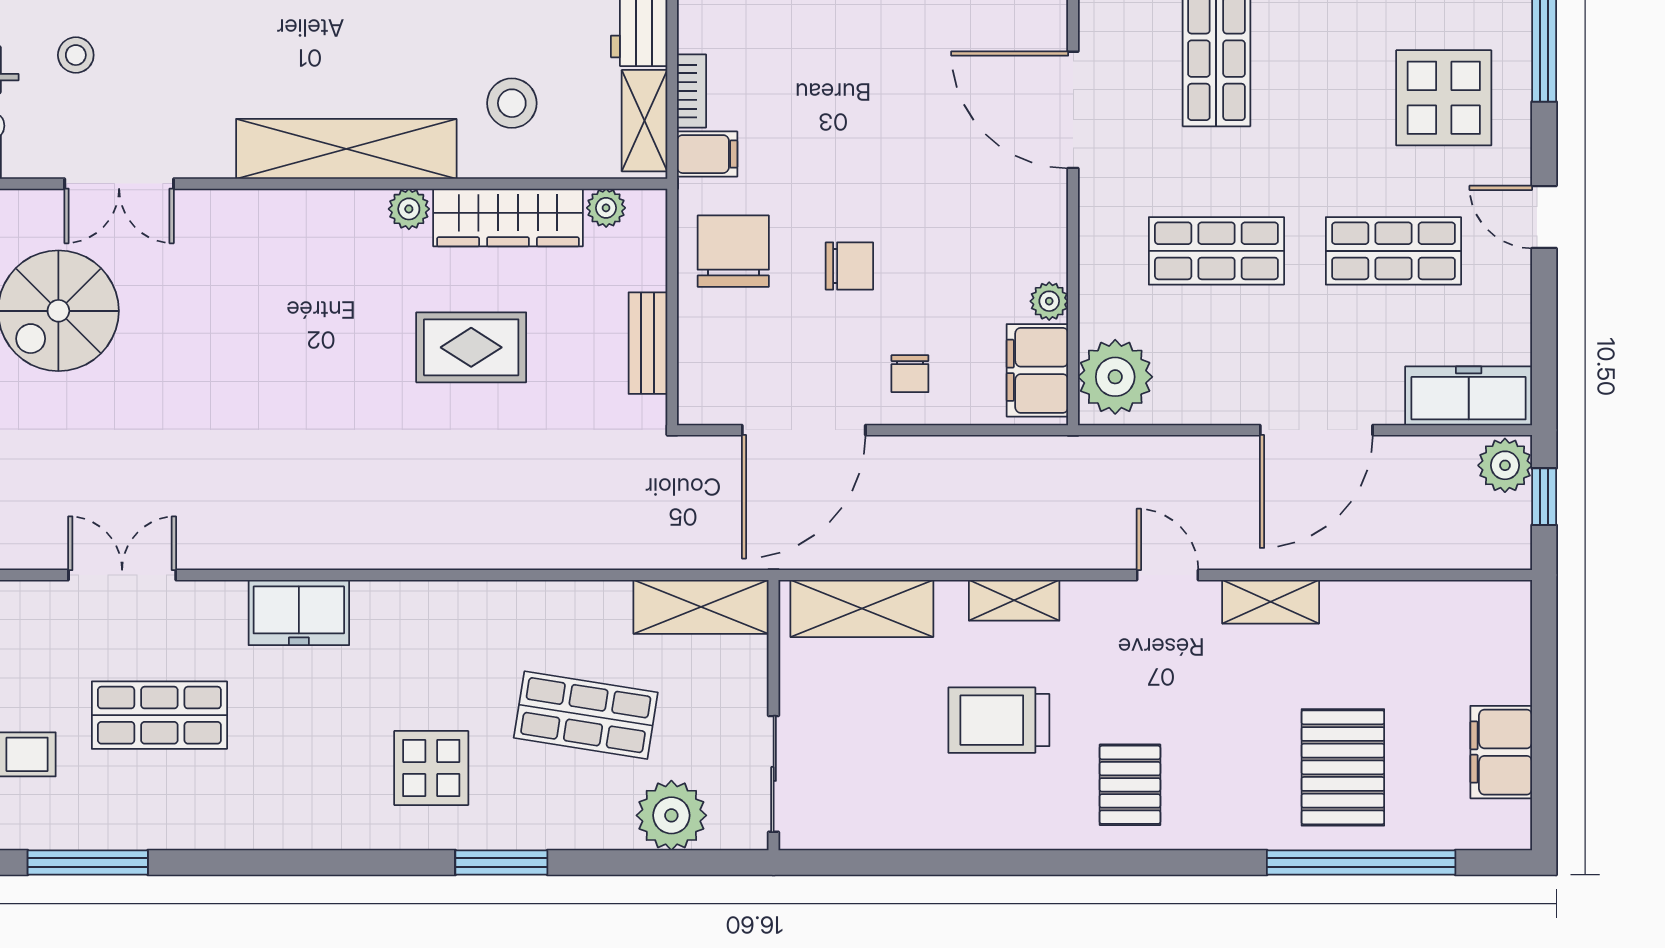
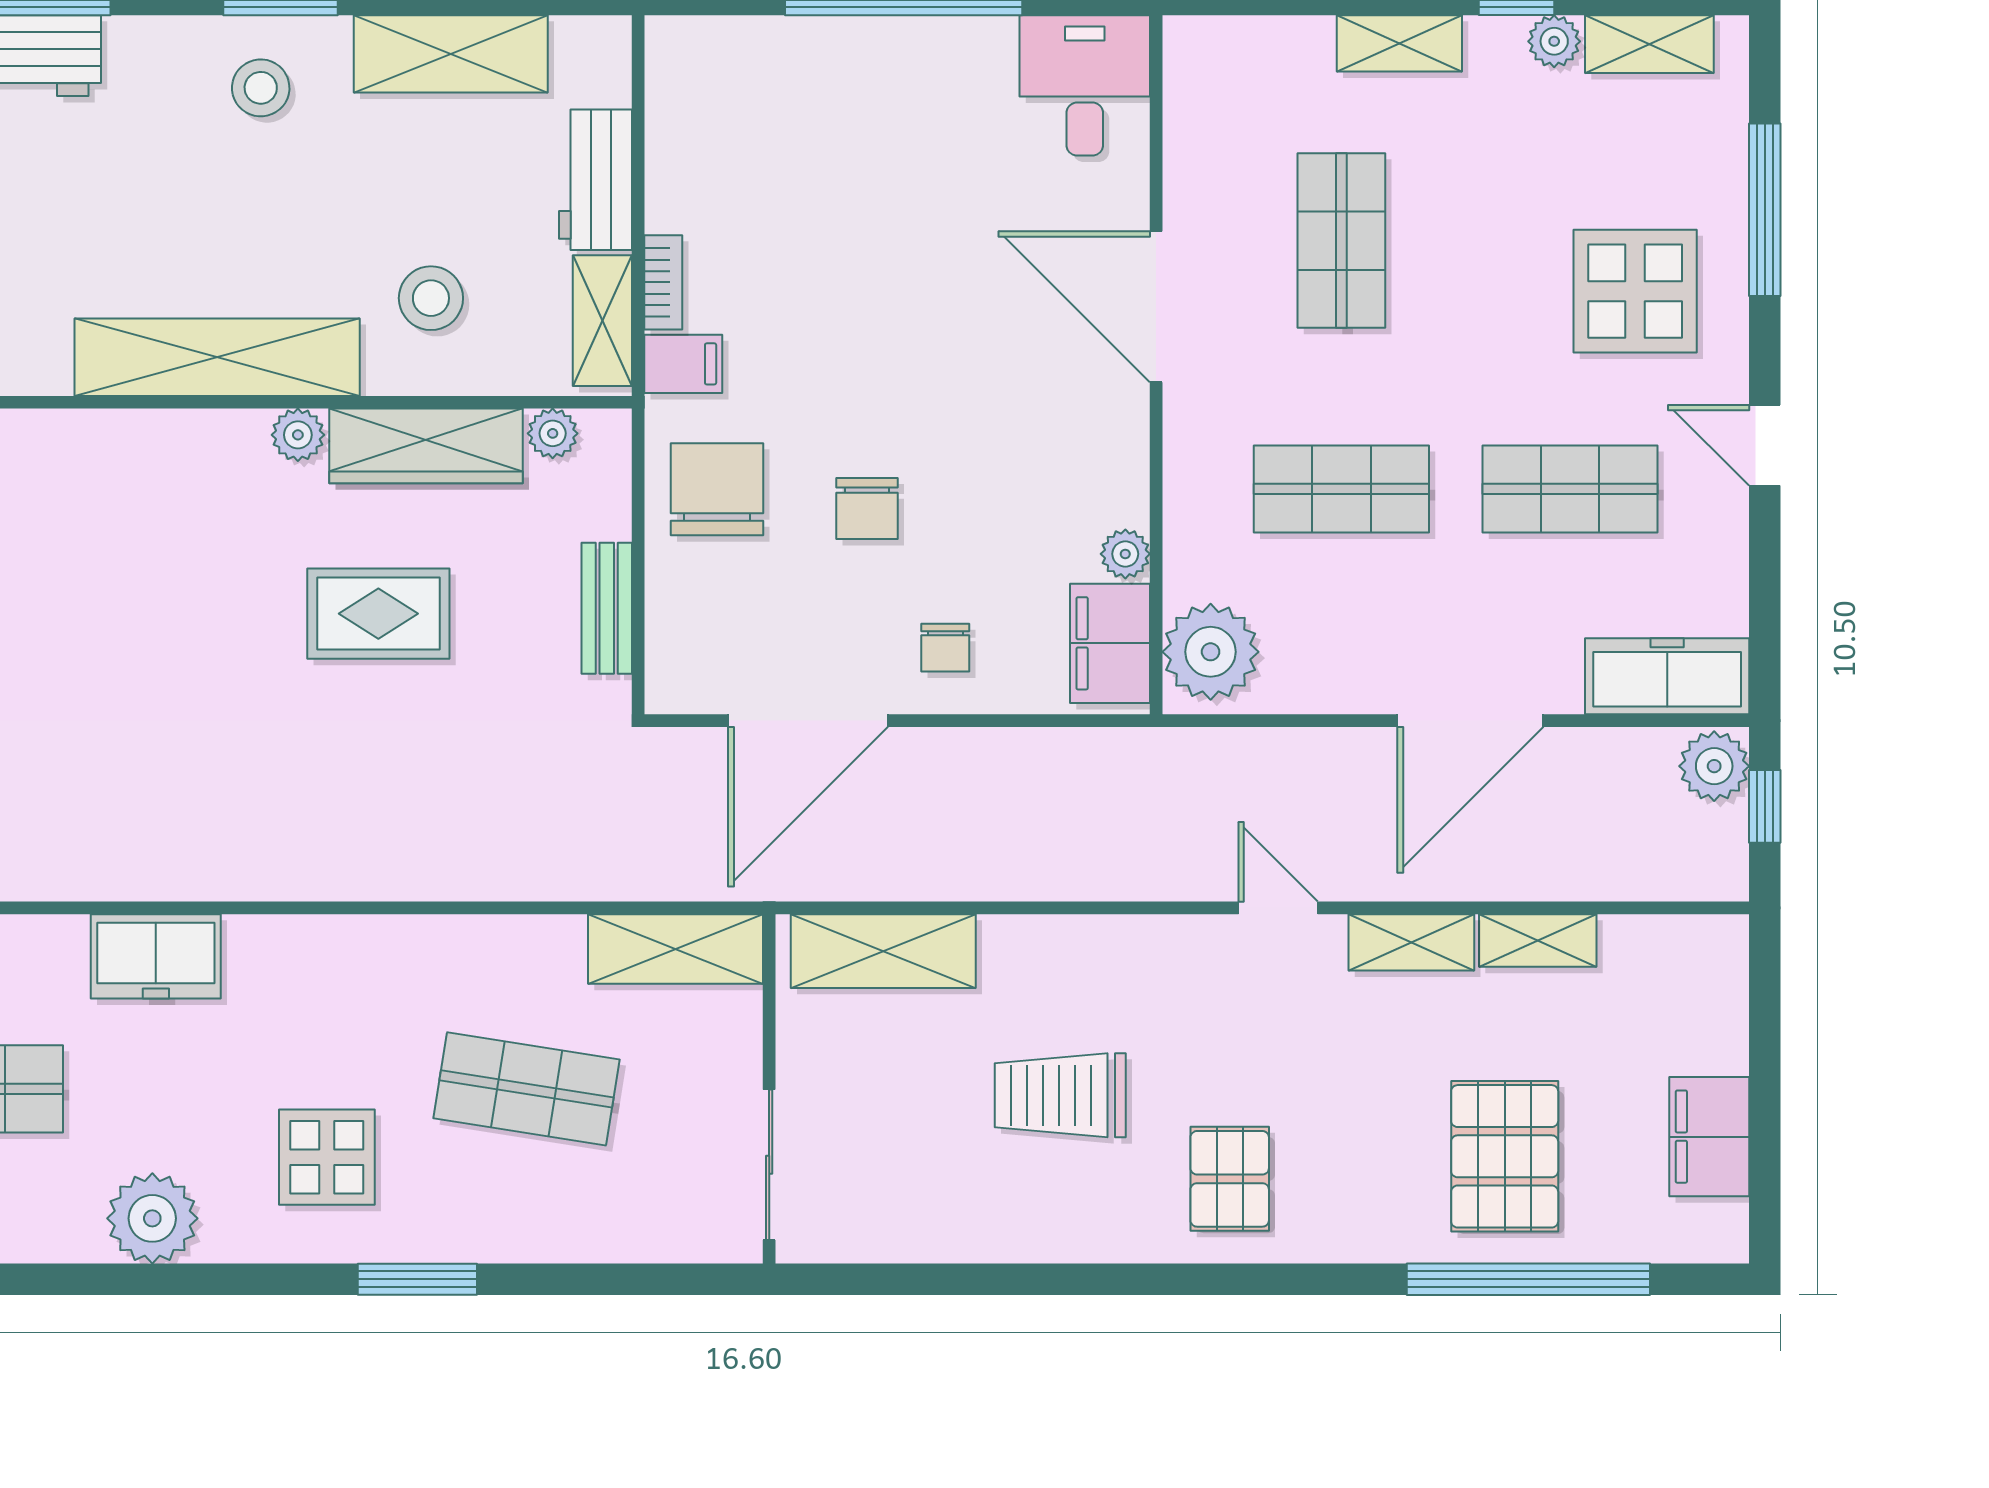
chair: (849, 266) -> (867, 509), turned 90
shelving: (1014, 600) -> (1538, 940), moved
plant: (671, 815) -> (152, 1218), moved

